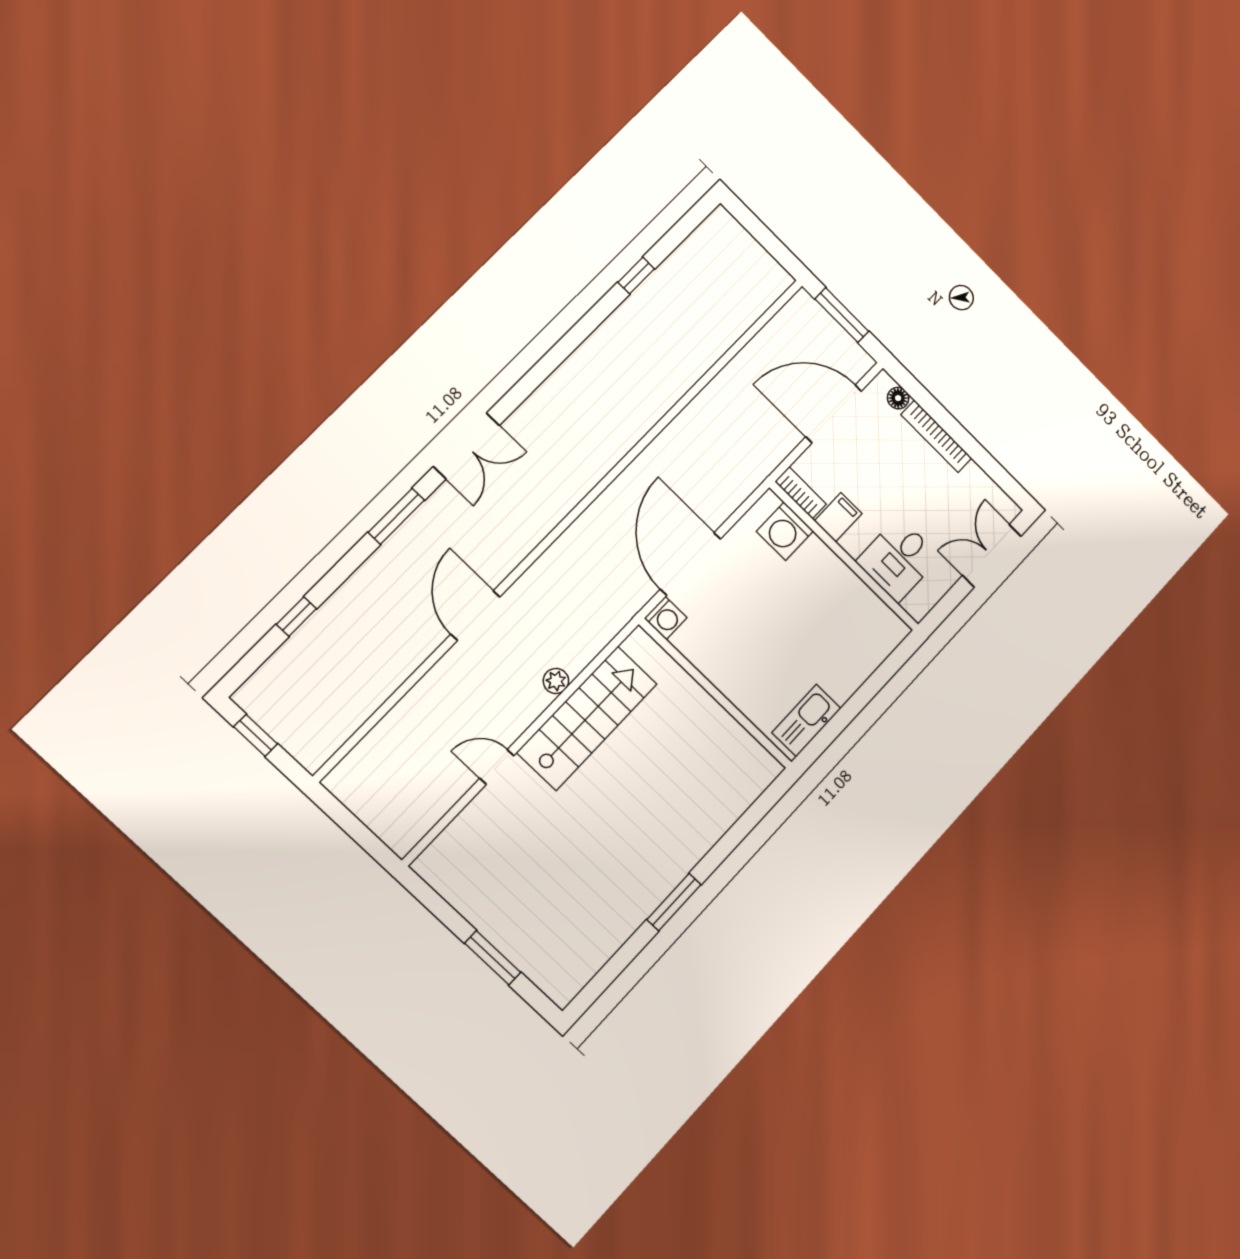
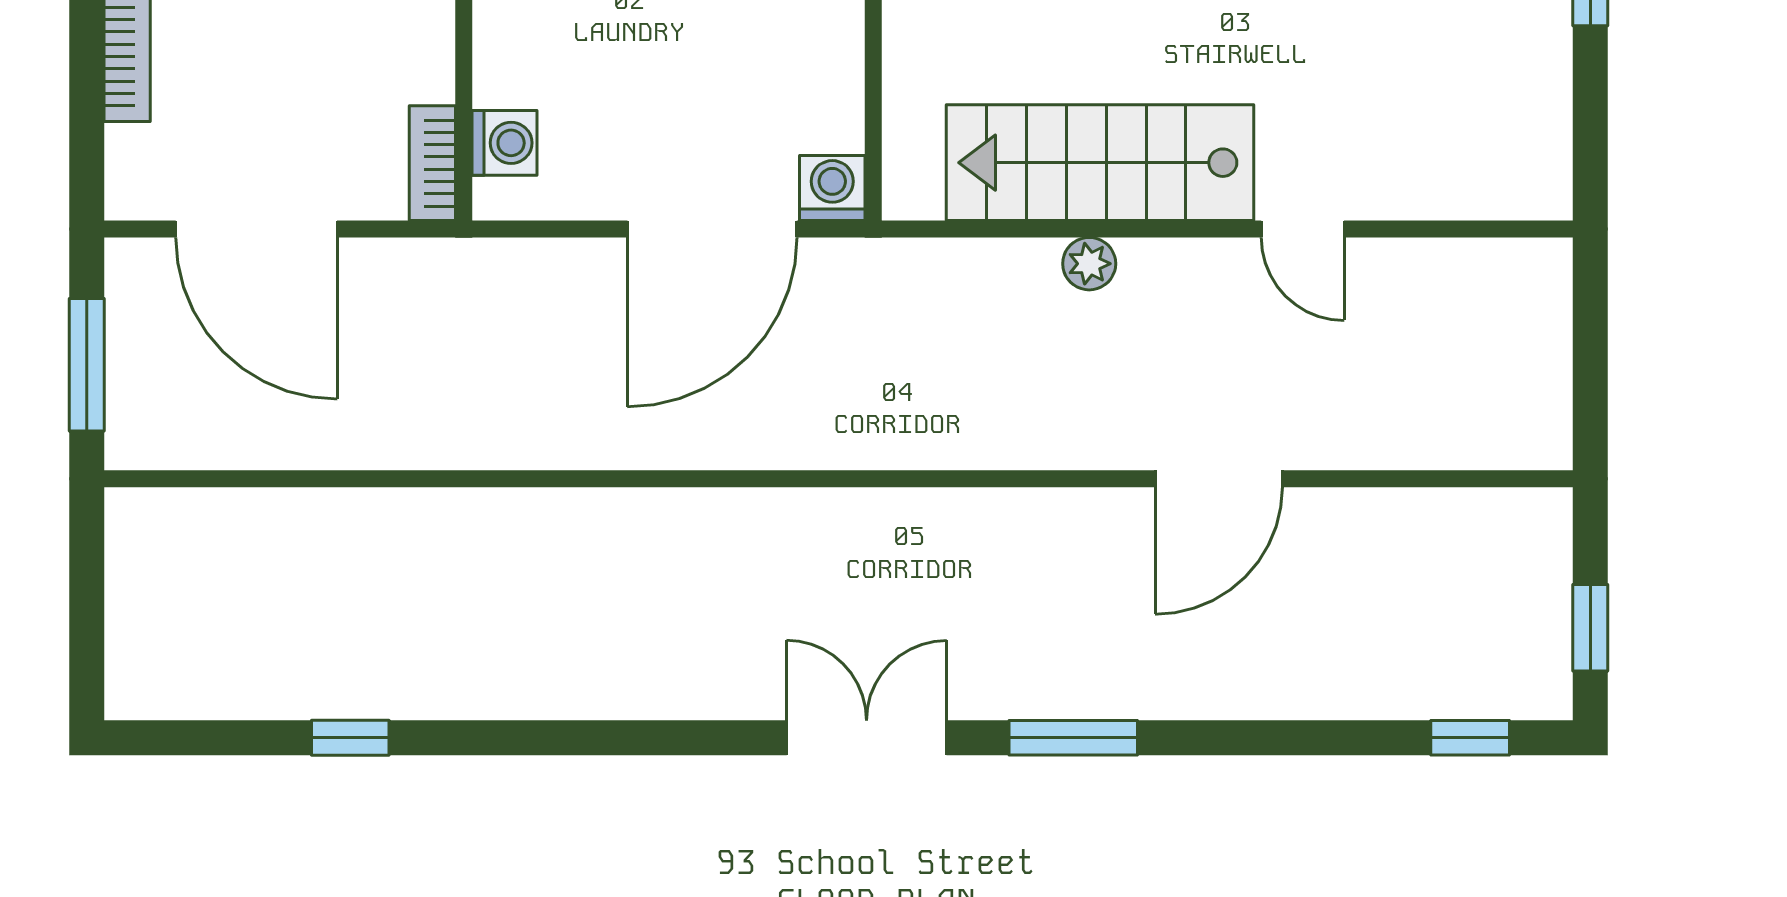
floor lamp: (898, 398) -> (128, 151), removed
filing cabinet: (838, 517) -> (412, 67), removed
washing machine: (785, 531) -> (505, 143), width x0.73, depth x0.73
door: (475, 616) -> (1219, 479), moved
window: (296, 617) -> (1470, 738), moved

